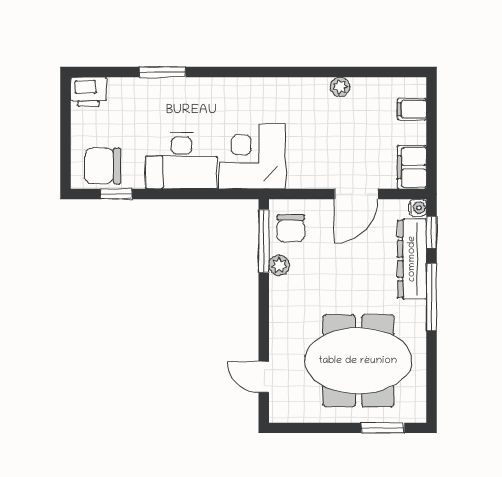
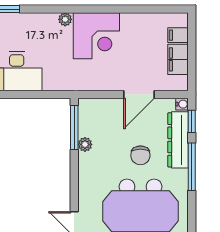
plant: (340, 87) -> (65, 19), moved
corner desk: (252, 156) -> (96, 36), moved, turned 180
filing cabinet: (412, 167) -> (178, 59), moved
chair: (291, 228) -> (140, 155), moved

